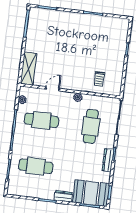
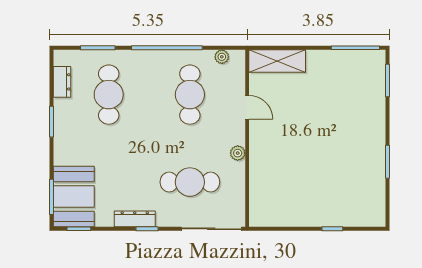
trolley: (99, 79) -> (274, 187), removed
dresser: (63, 196) -> (62, 82), moved

